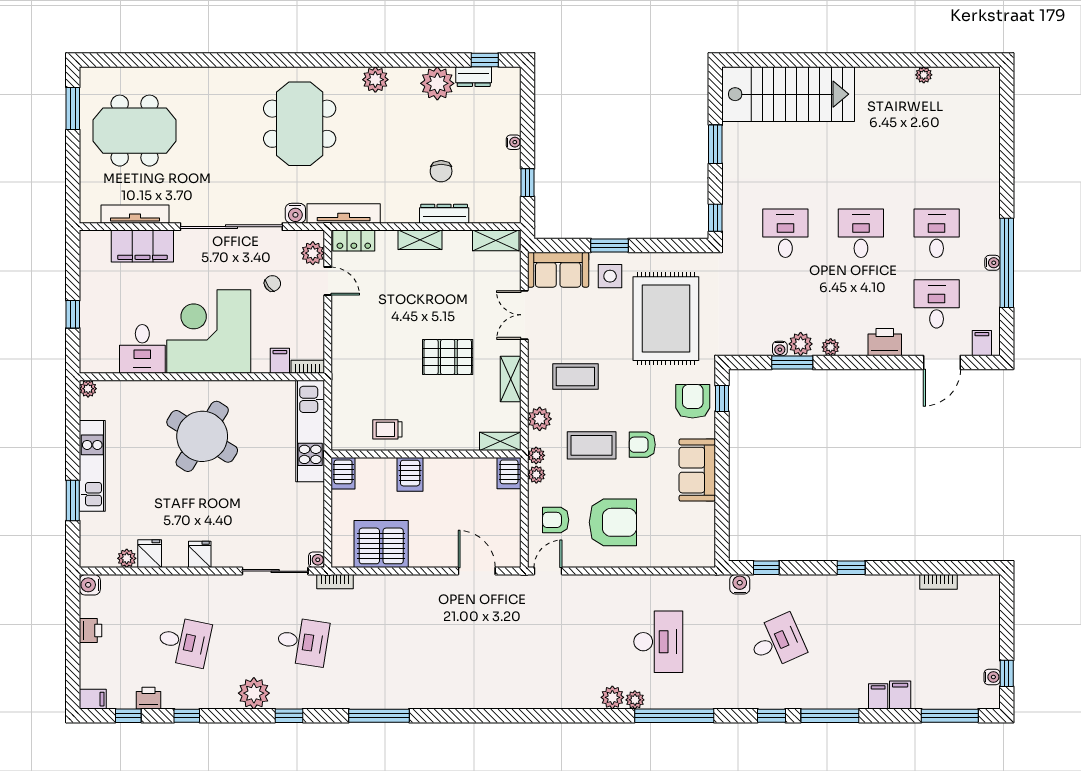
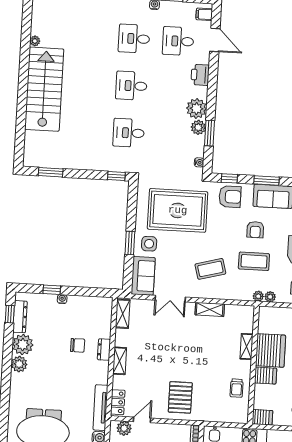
dresser: (474, 77) -> (20, 317), width x1.44
plant: (375, 80) -> (19, 364), moved
stairs: (788, 94) -> (44, 89), moved
window: (715, 144) -> (51, 172), moved
window: (528, 183) -> (52, 290), moved
dresser: (444, 214) -> (104, 350), width x0.70
plant: (831, 347) -> (196, 109), width x1.88, depth x1.88
water cooler: (780, 349) -> (199, 162), moved
pallet: (448, 357) -> (180, 397), moved
coffee table: (575, 376) -> (210, 269), turned 75
armchair: (693, 401) -> (230, 197), turned 180
plant: (540, 419) -> (236, 293), removed
shelving: (500, 441) -> (247, 347), moved
coffee table: (592, 445) -> (254, 261), turned 90
window: (722, 458) -> (267, 181), added
server rack: (509, 473) -> (270, 350), moved, width x2.18, depth x1.44

